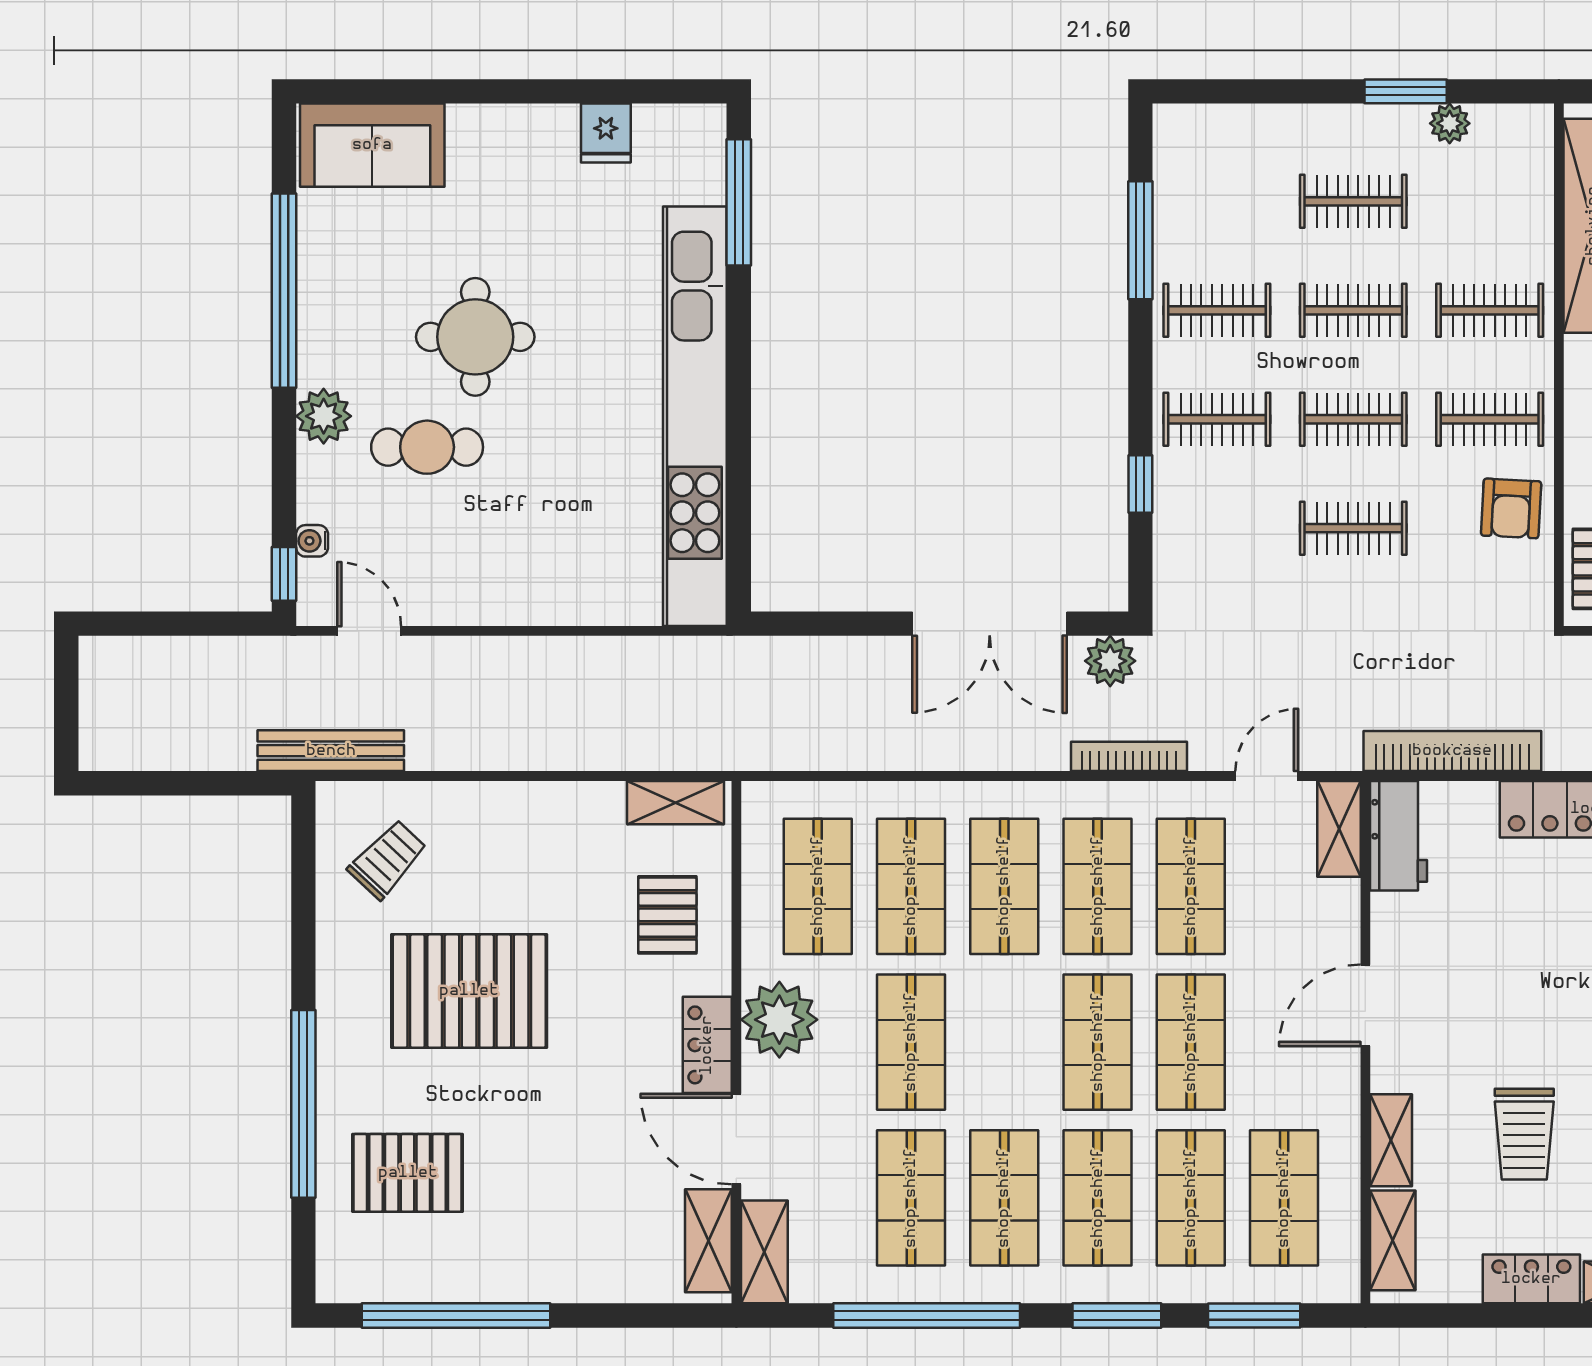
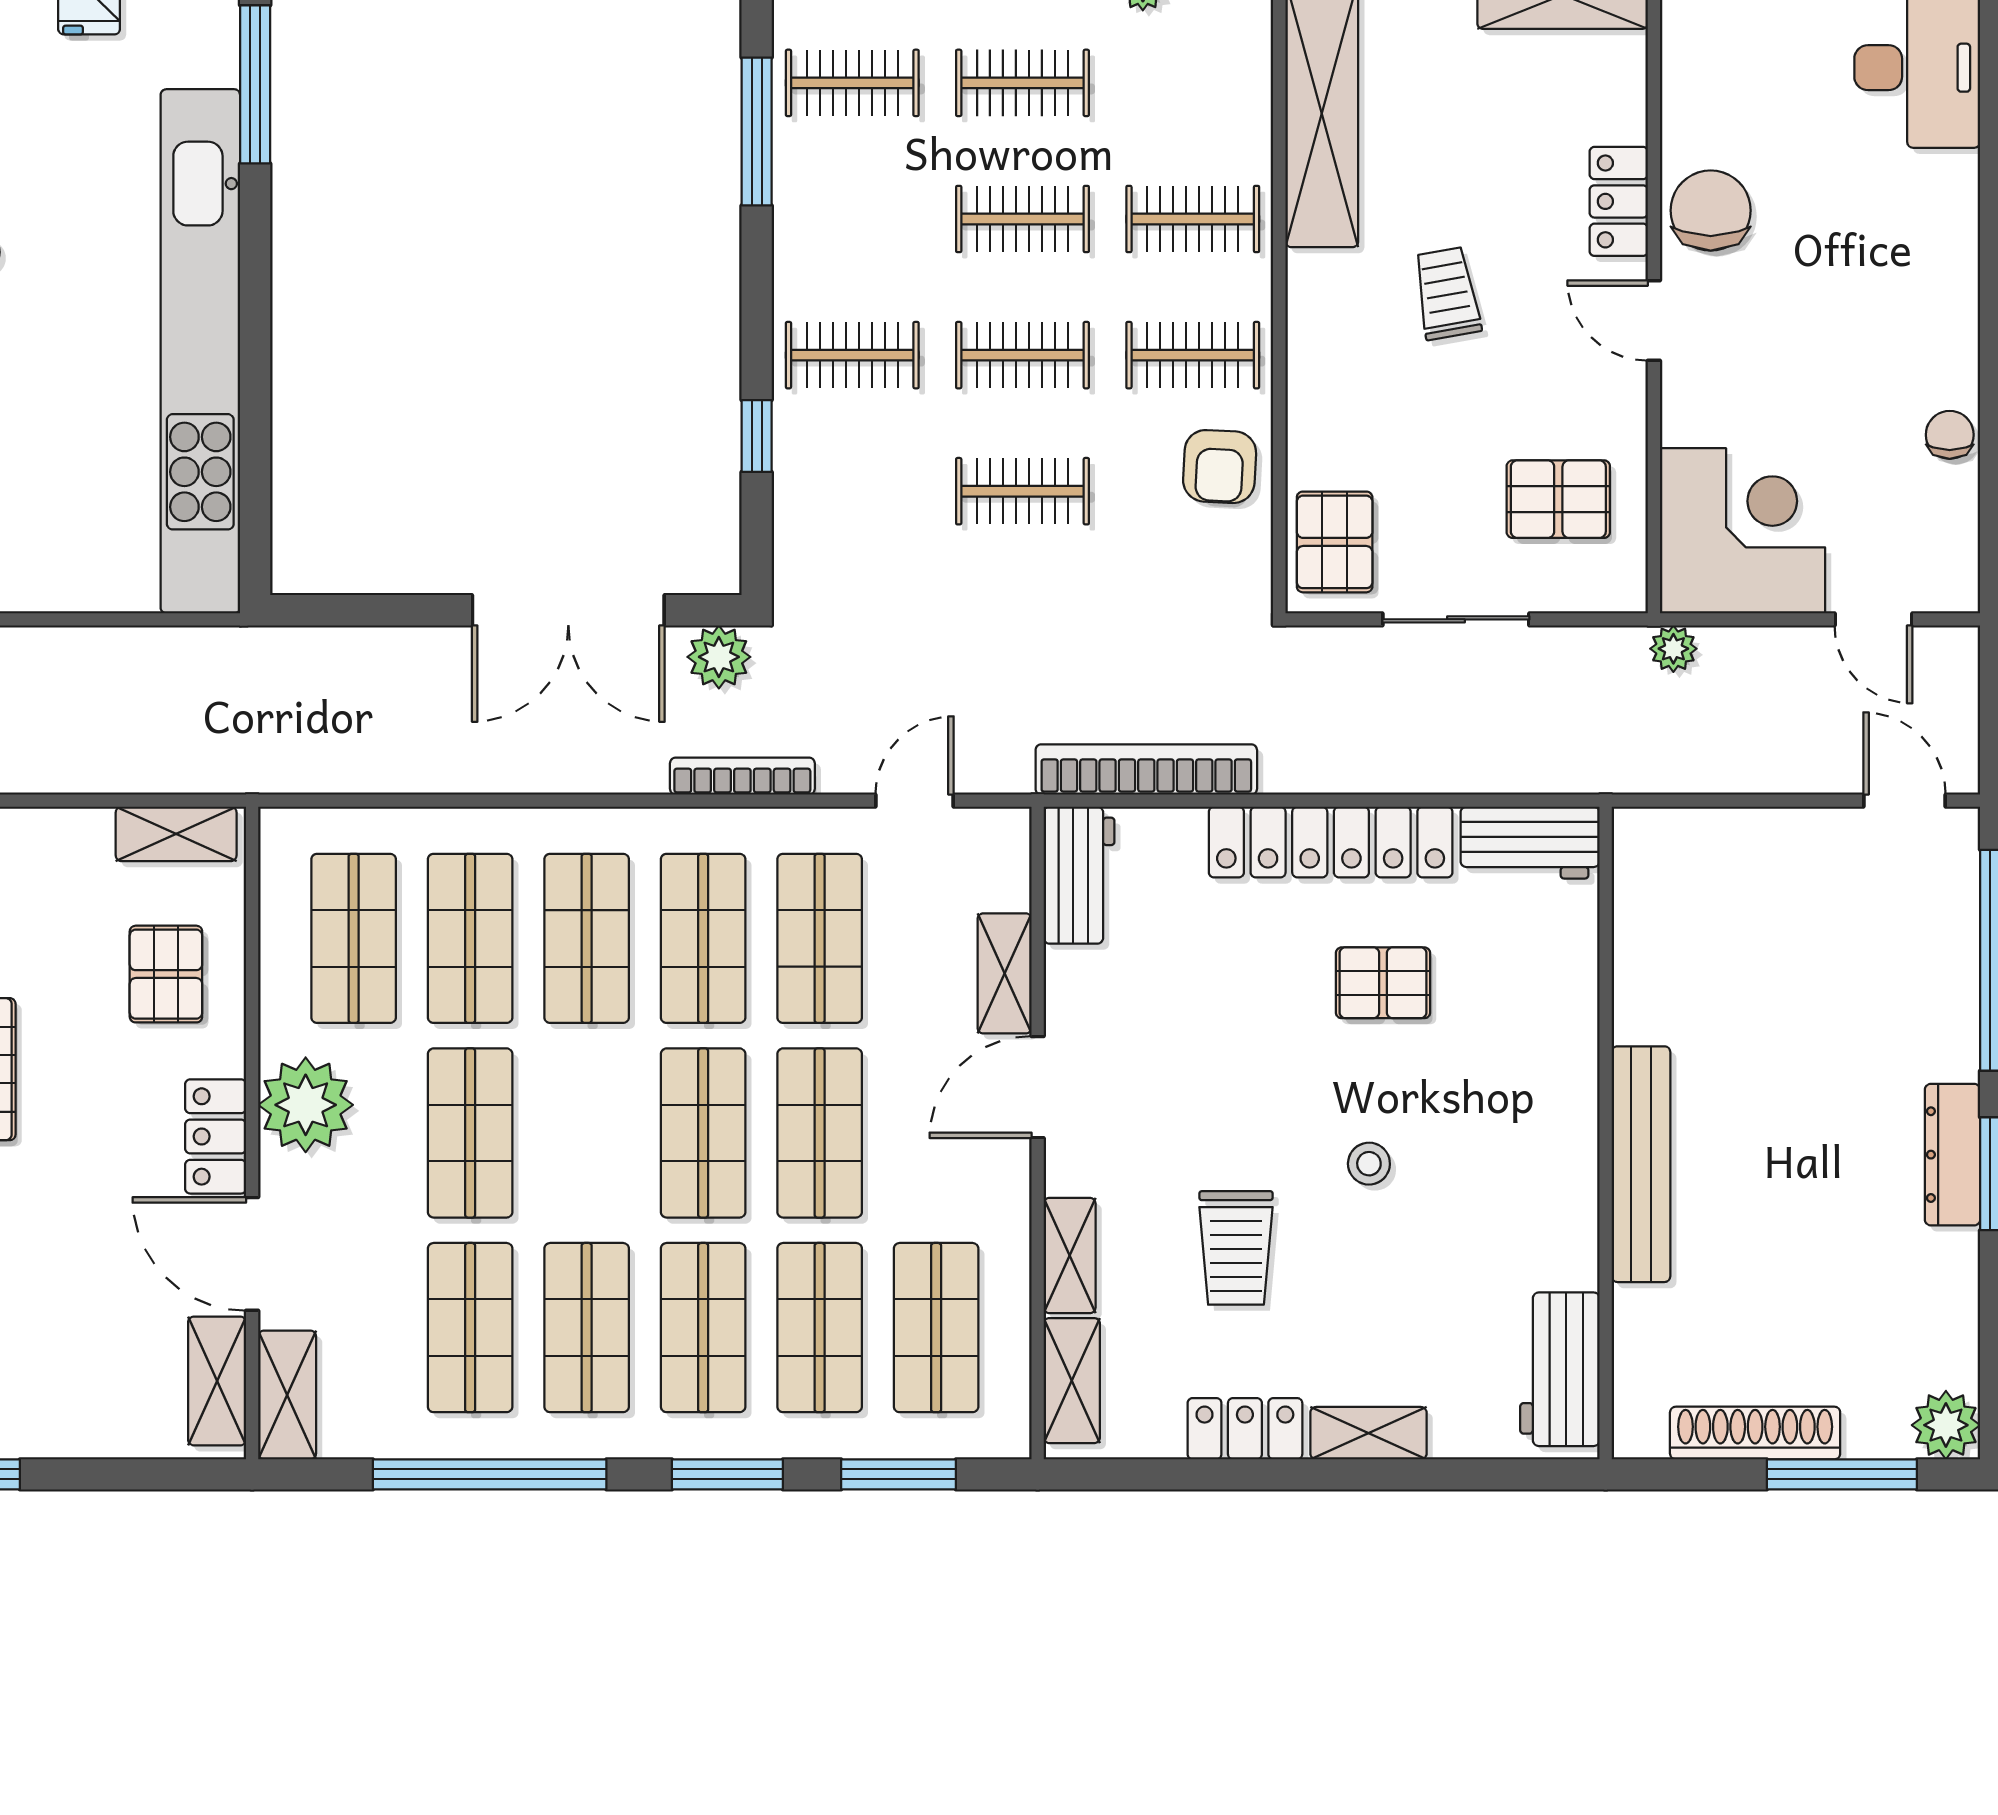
clothes rail: (1217, 310) -> (852, 83), moved
shelving: (1339, 829) -> (1005, 973), moved

